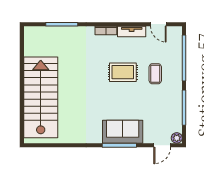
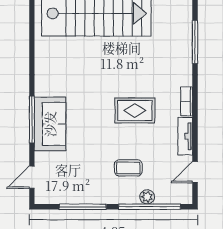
rug: (123, 72) -> (135, 111), moved, turned 90
plant: (177, 138) -> (147, 197), moved
door: (162, 145) -> (32, 177), hinge flipped

